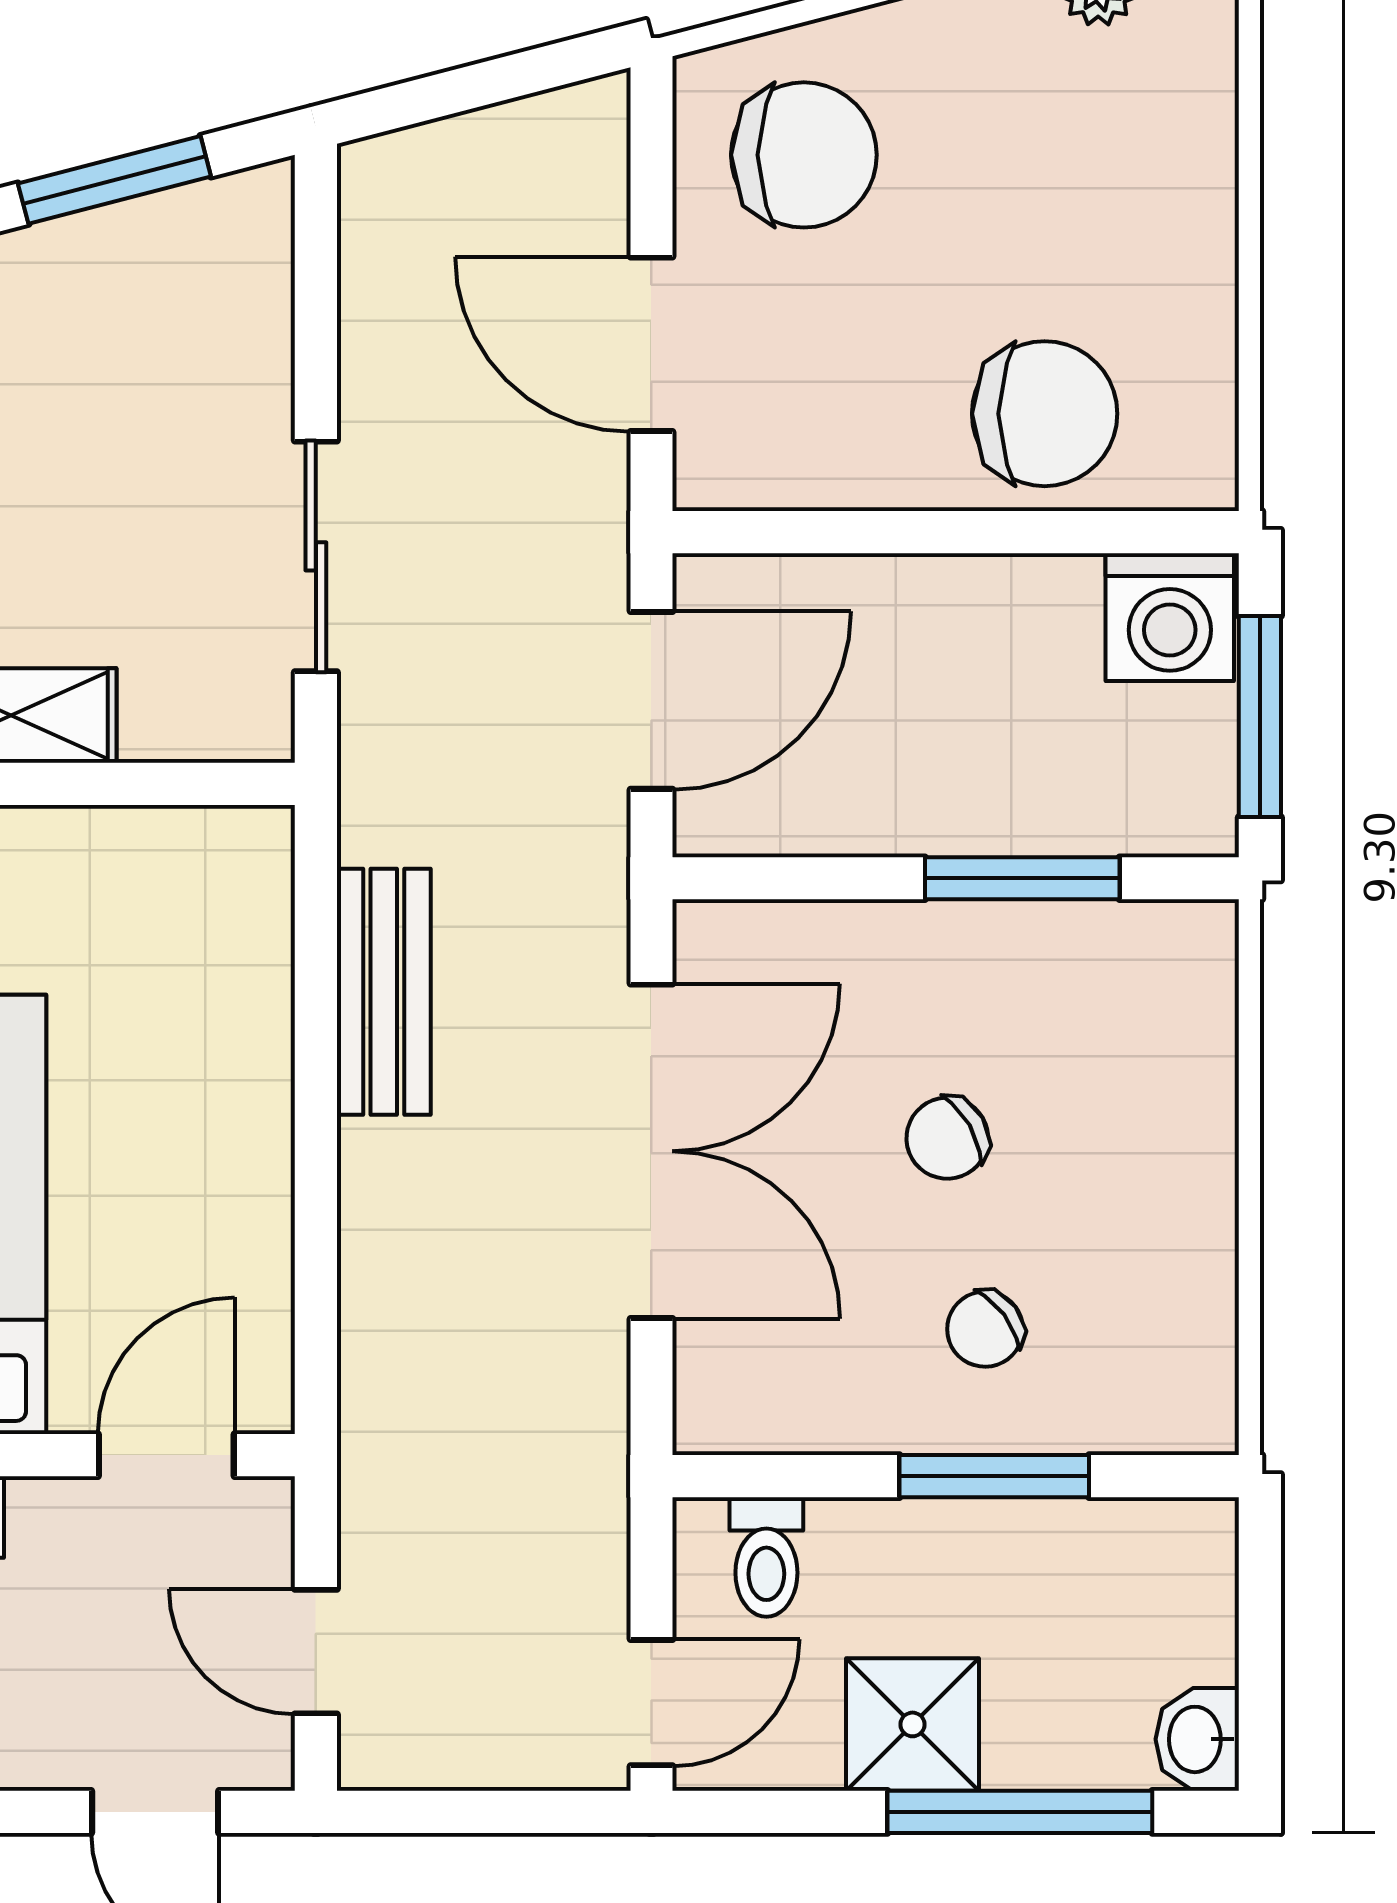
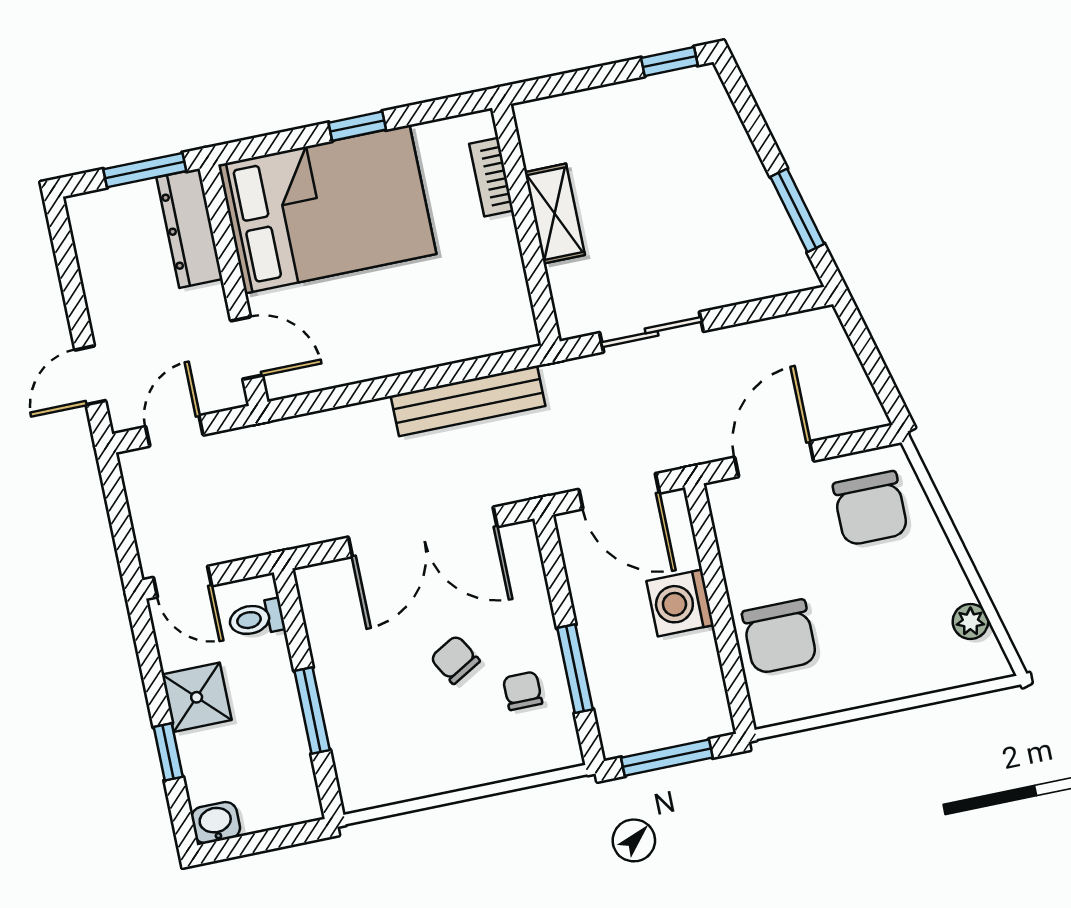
washing machine: (1170, 617) -> (680, 603), moved
bench: (384, 992) -> (468, 401), width x1.36
chair: (985, 1329) -> (523, 691), moved, turned 37
window: (1020, 1812) -> (168, 752), width x0.46

